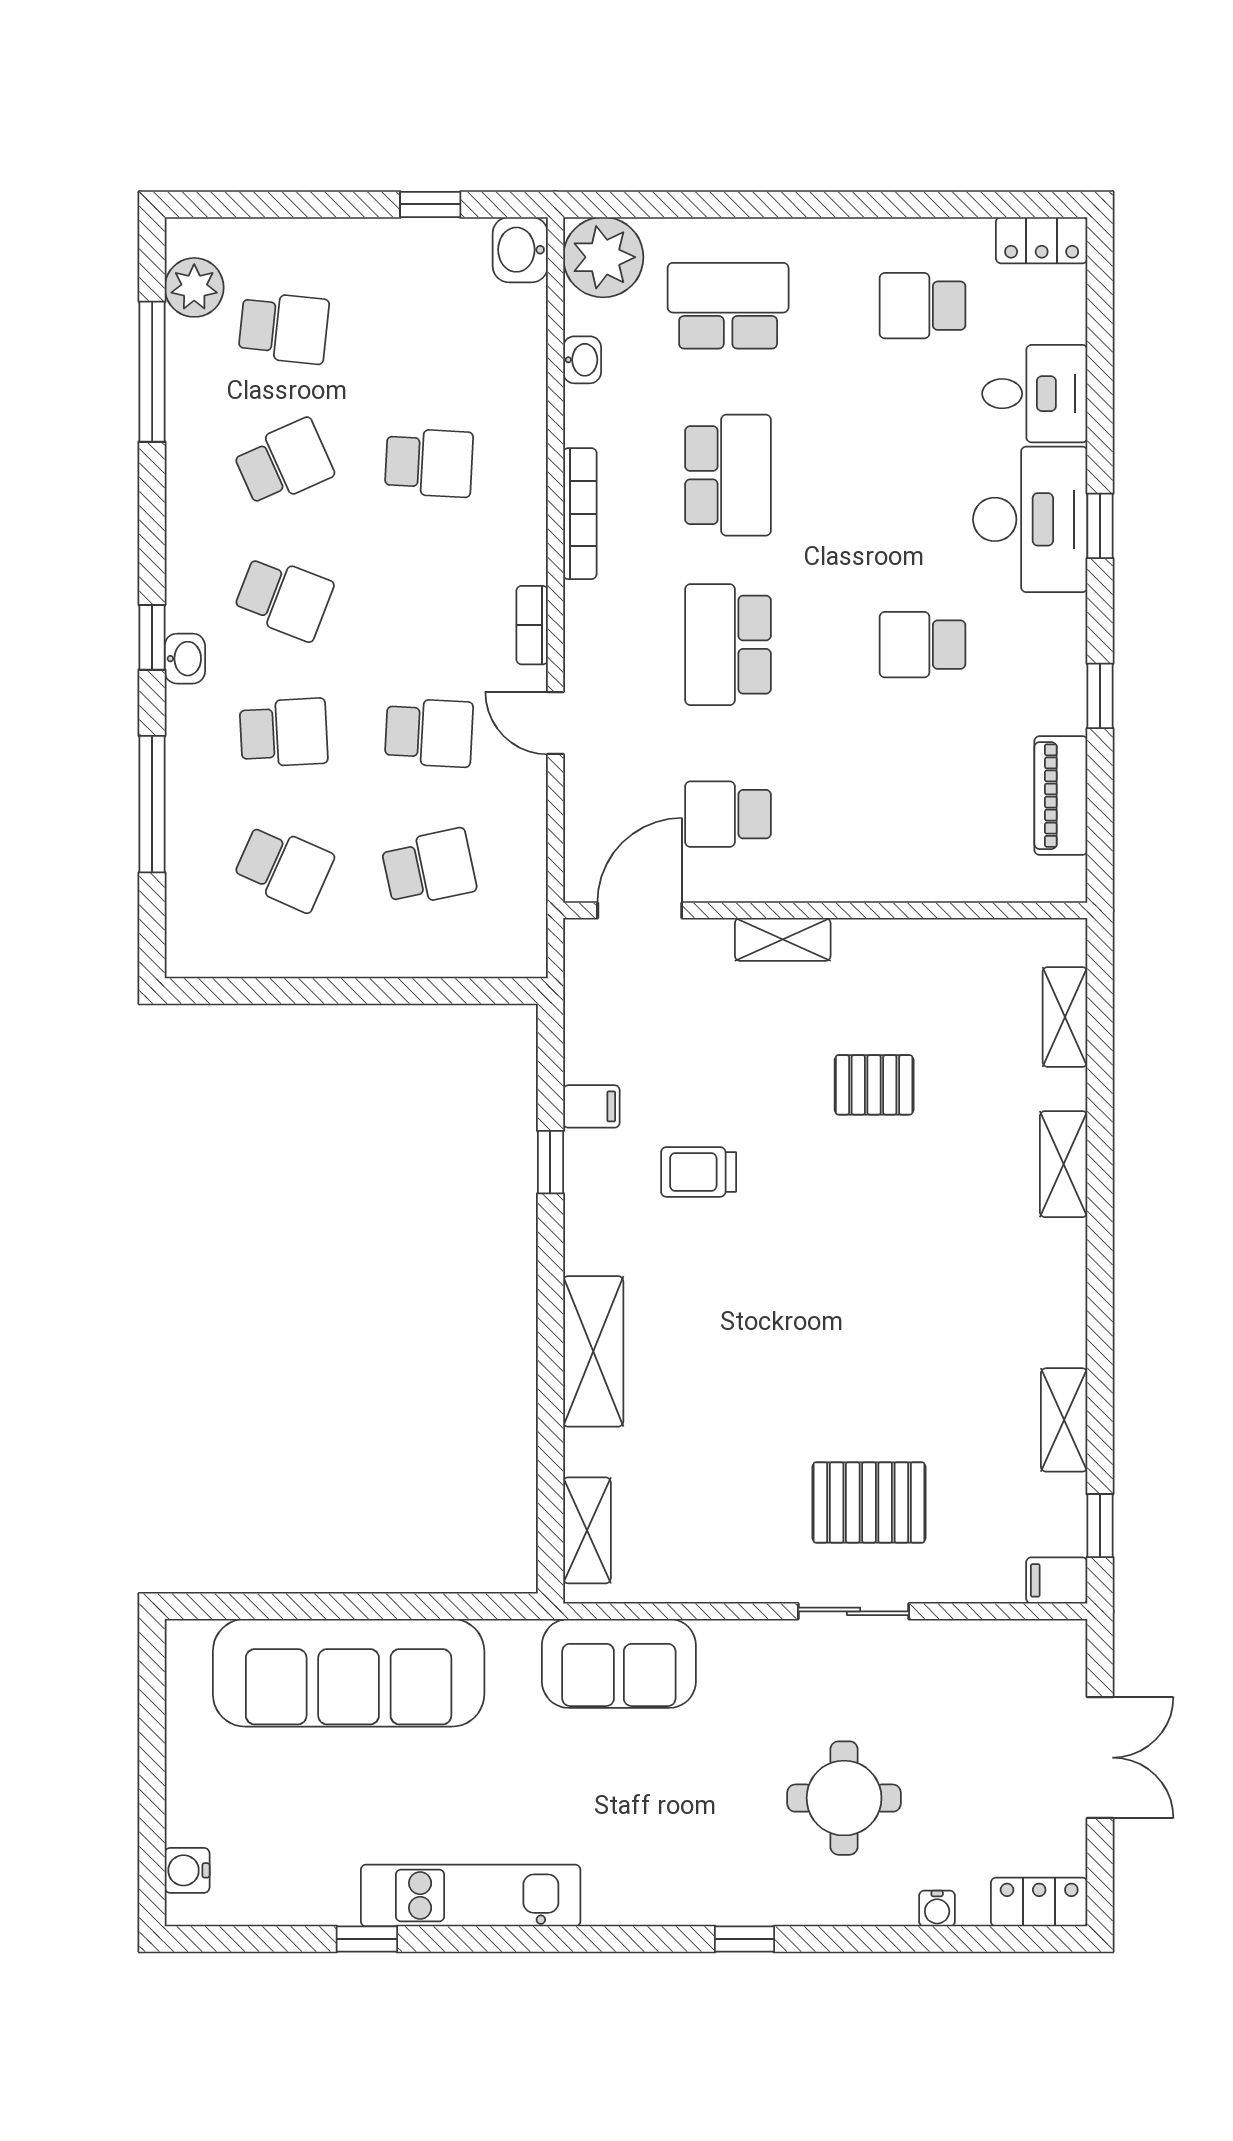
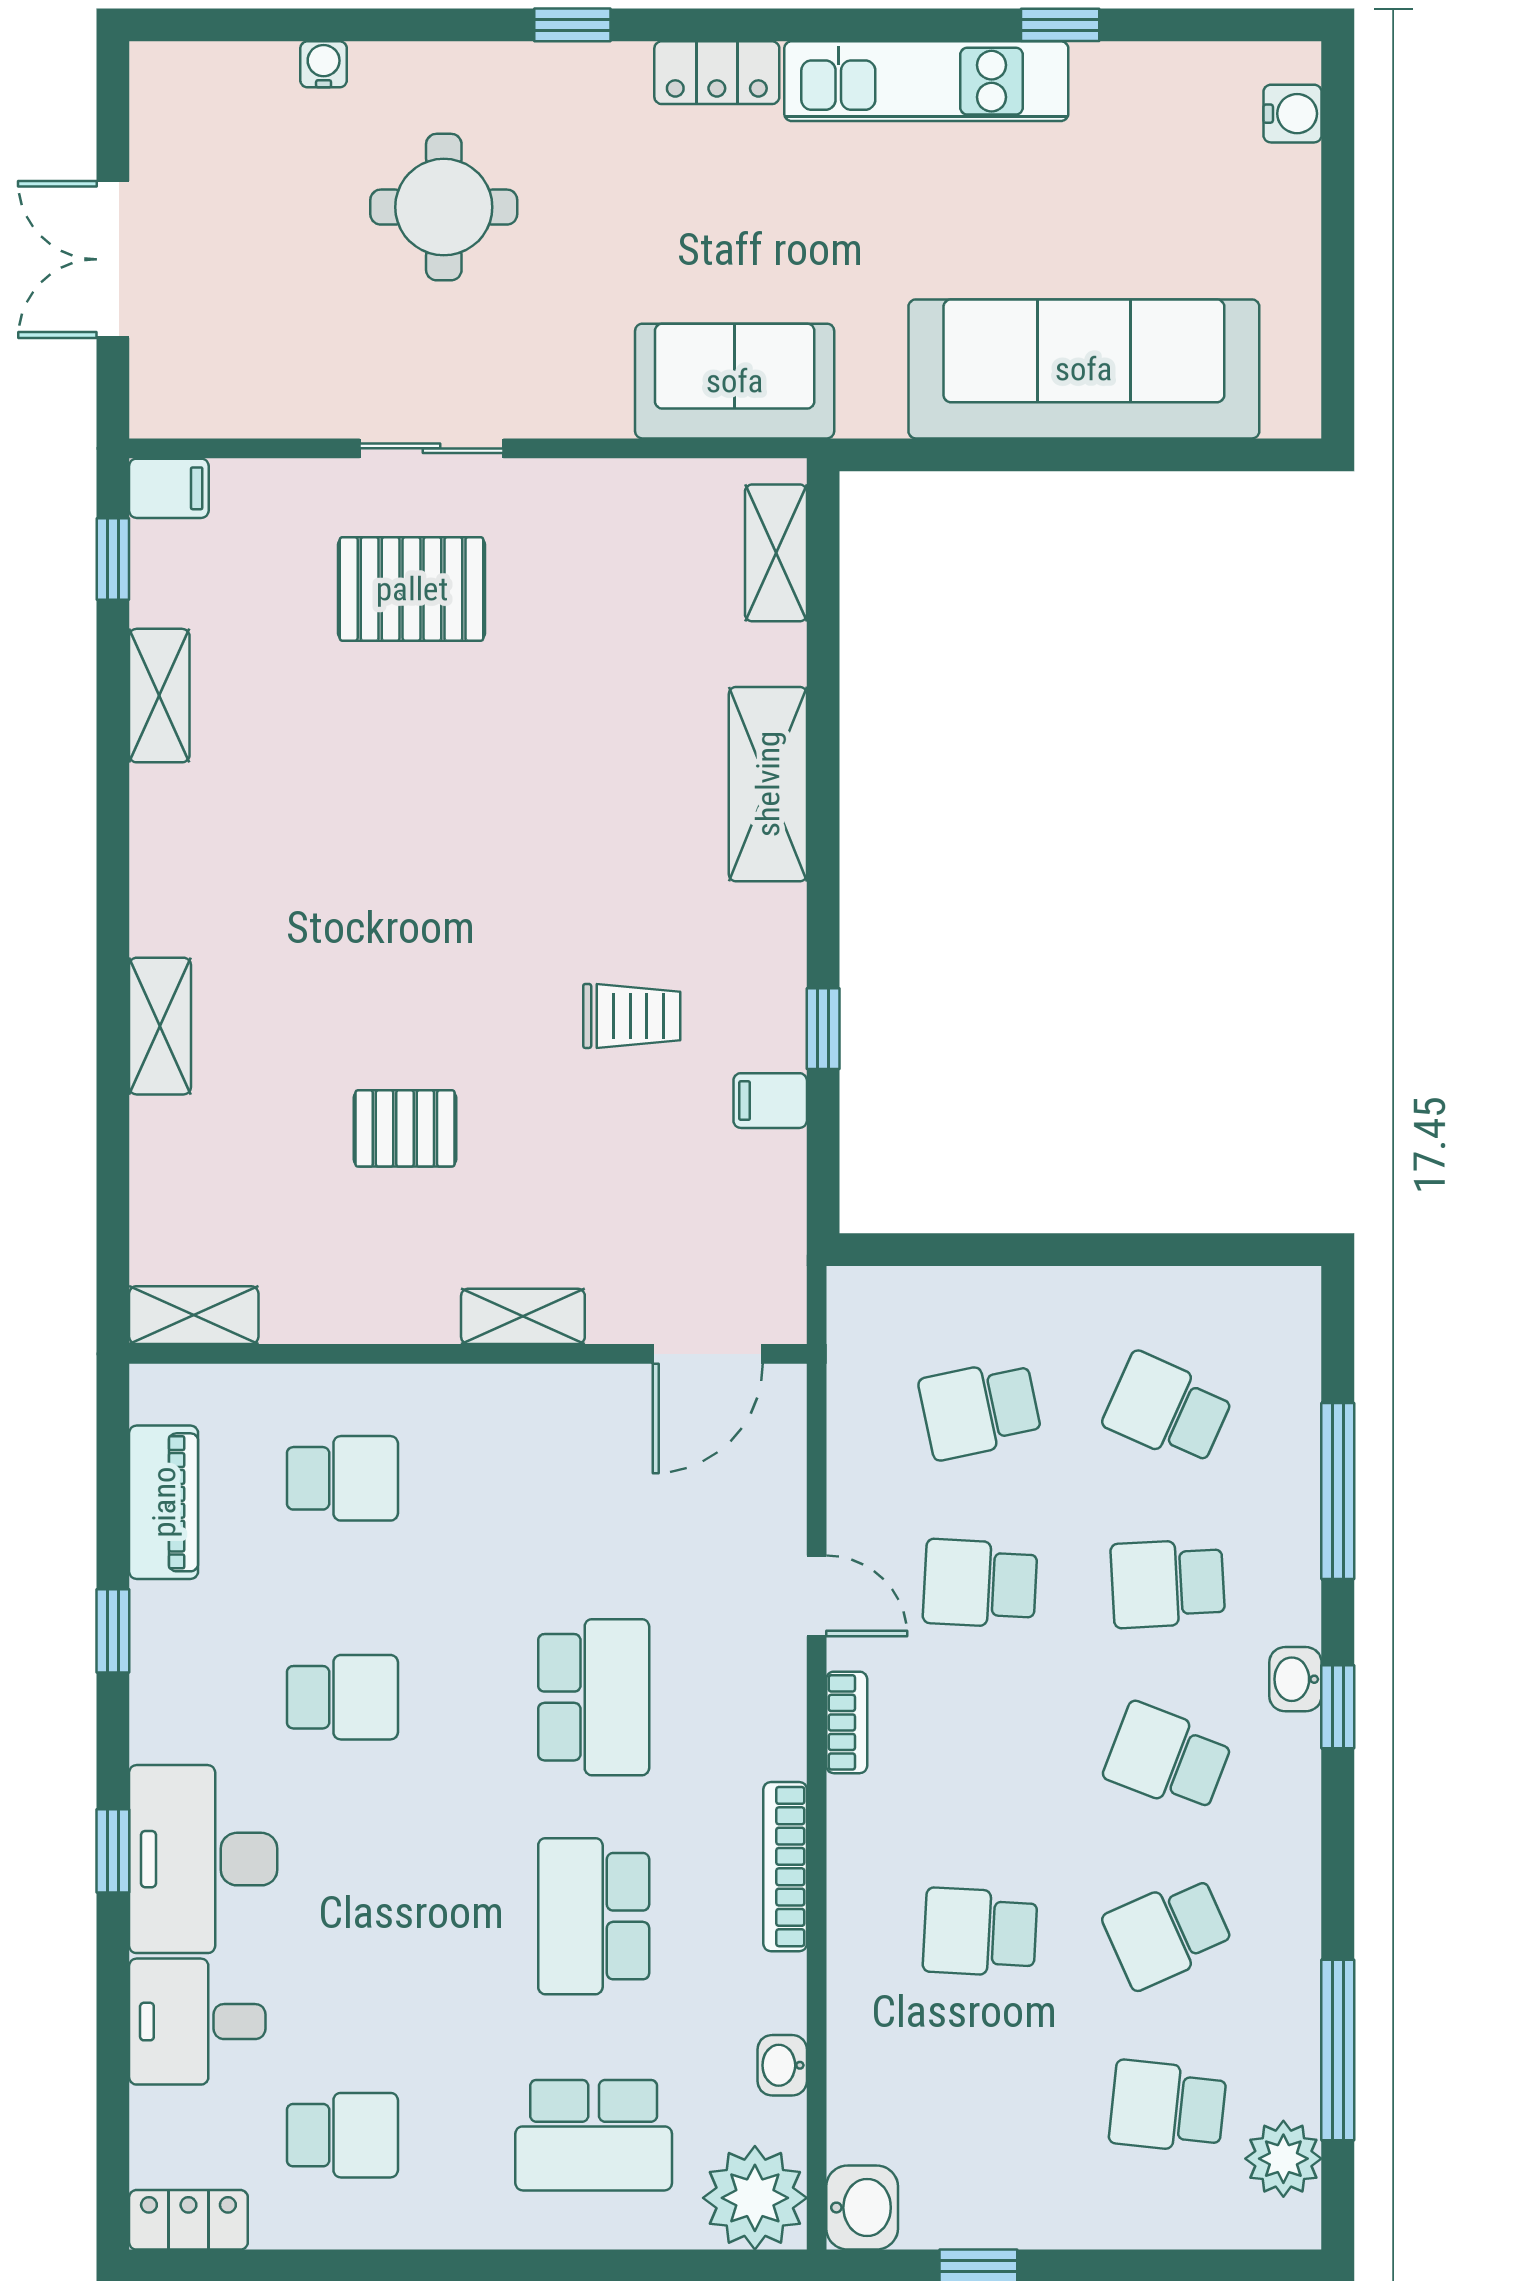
school desk: (728, 814) -> (342, 1478), moved
shelving: (1065, 1017) -> (194, 1315), moved, turned 90
locker: (1039, 1902) -> (717, 73), moved

